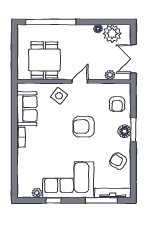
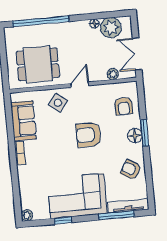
dining table: (44, 60) -> (38, 64), turned 90
plant: (37, 193) -> (27, 215), moved

